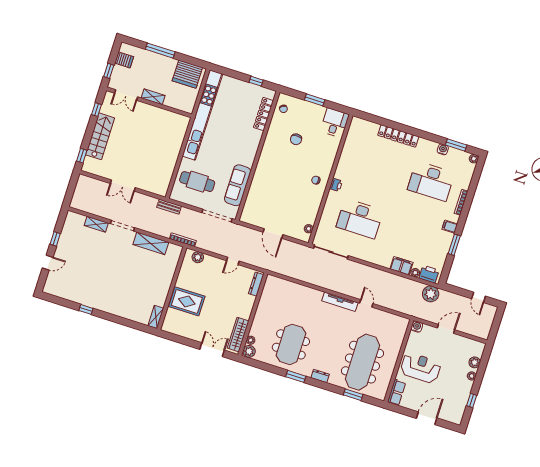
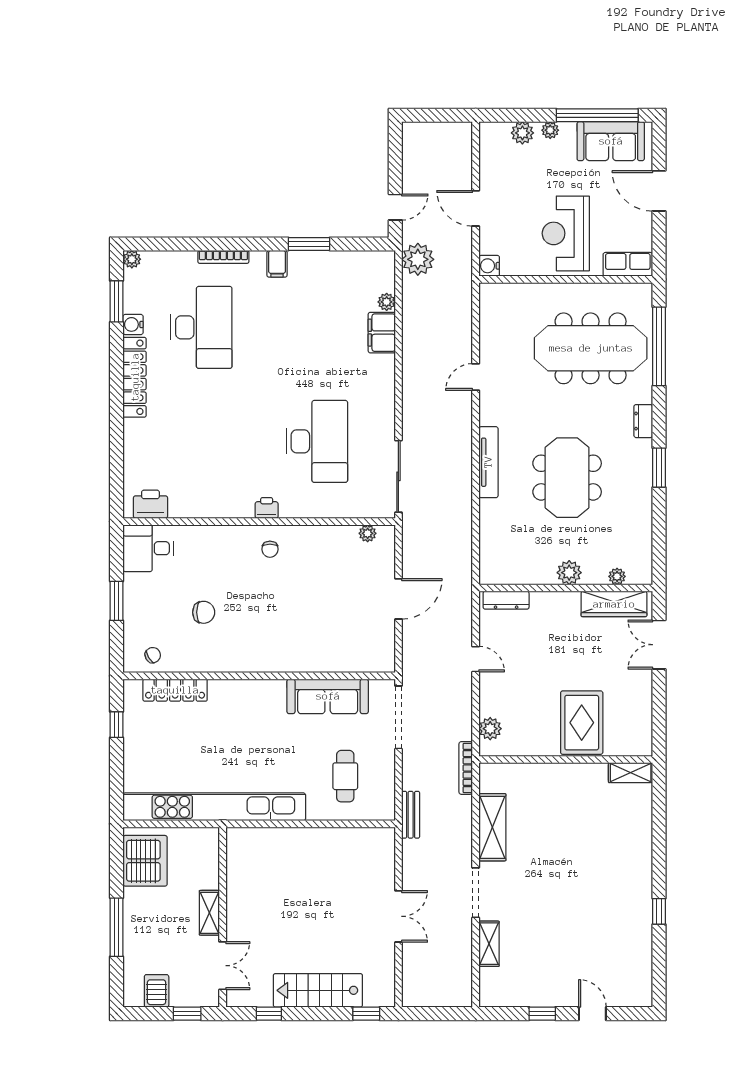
locker: (398, 136) -> (135, 377), moved
cafe table: (197, 182) -> (345, 776), width x0.73, depth x0.74
printer: (429, 274) -> (150, 504), moved, turned 90
door: (479, 297) -> (395, 207), moved
tv unit: (340, 302) -> (488, 462), moved
meeting table: (291, 344) -> (567, 478), moved, turned 90
plant: (249, 351) -> (569, 573), moved
window: (353, 395) -> (659, 346), width x2.11
window: (472, 400) -> (597, 115), width x3.17
sofa: (457, 403) -> (611, 141), added

